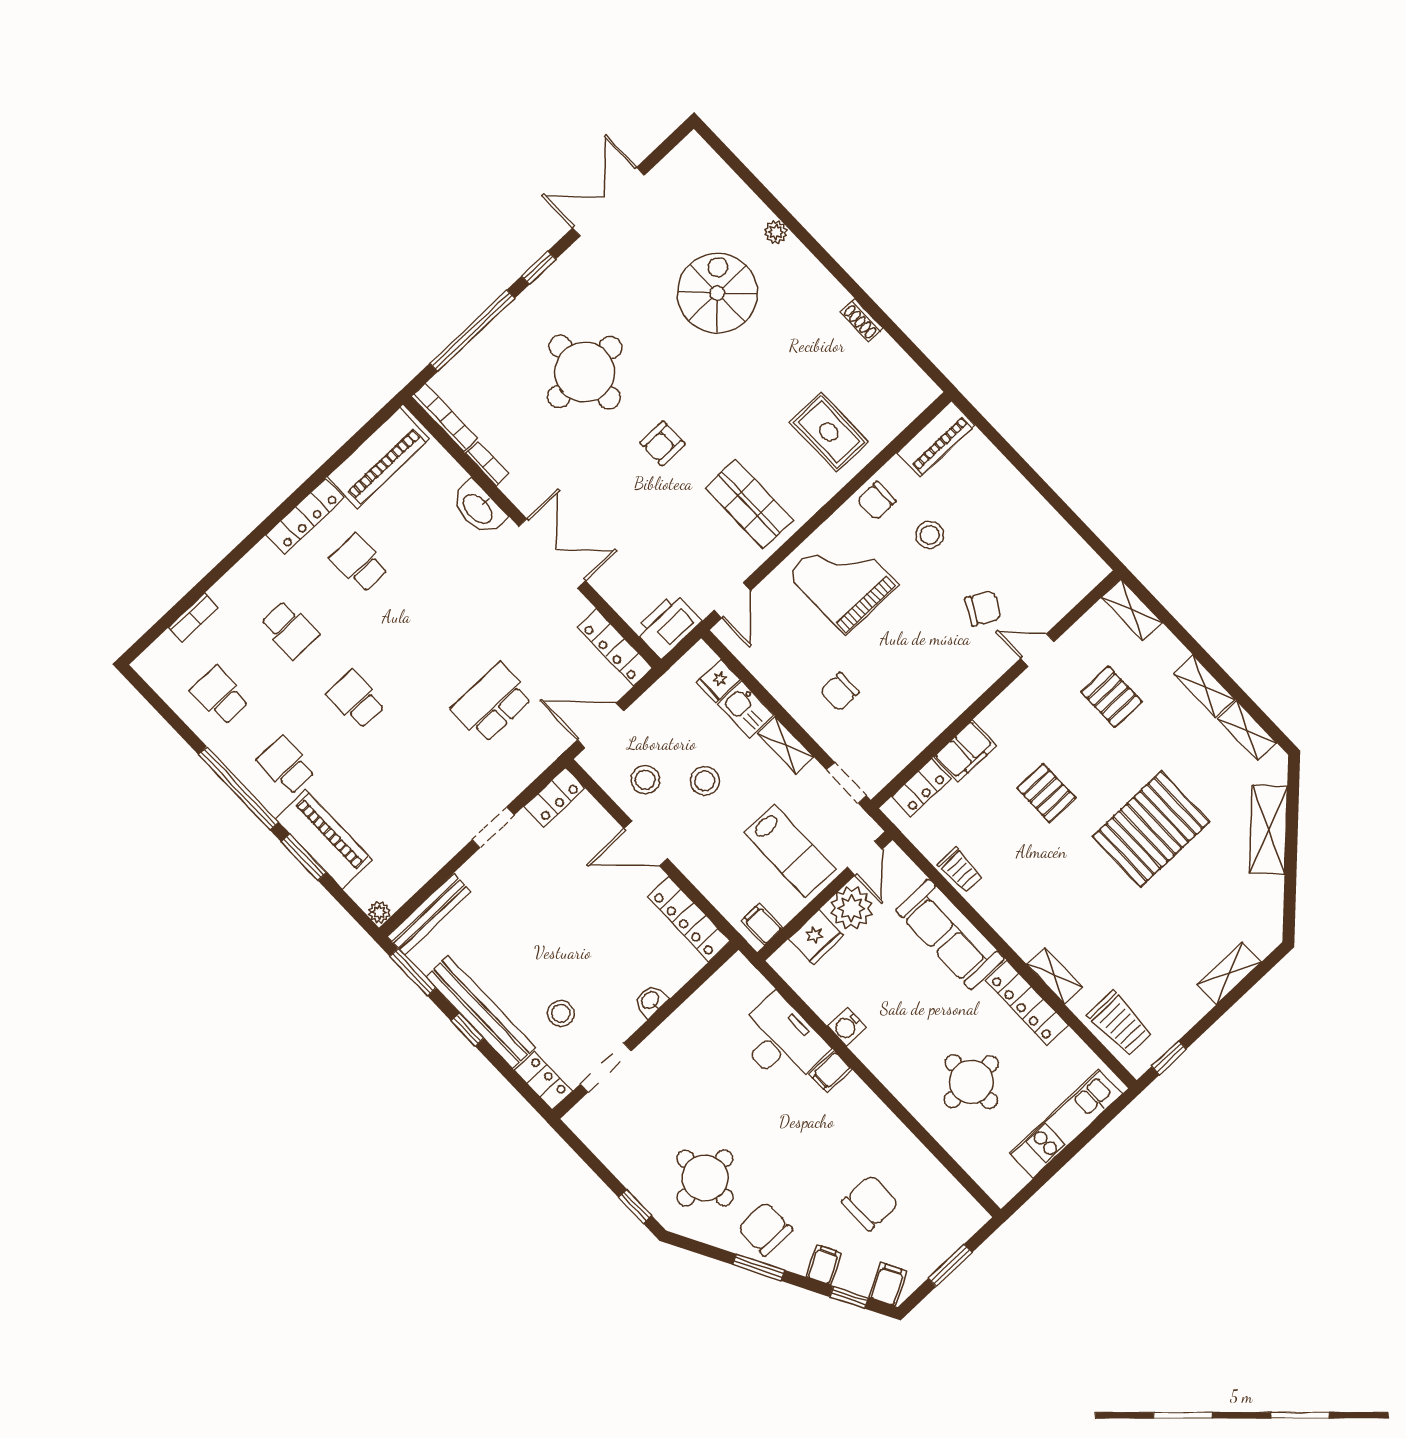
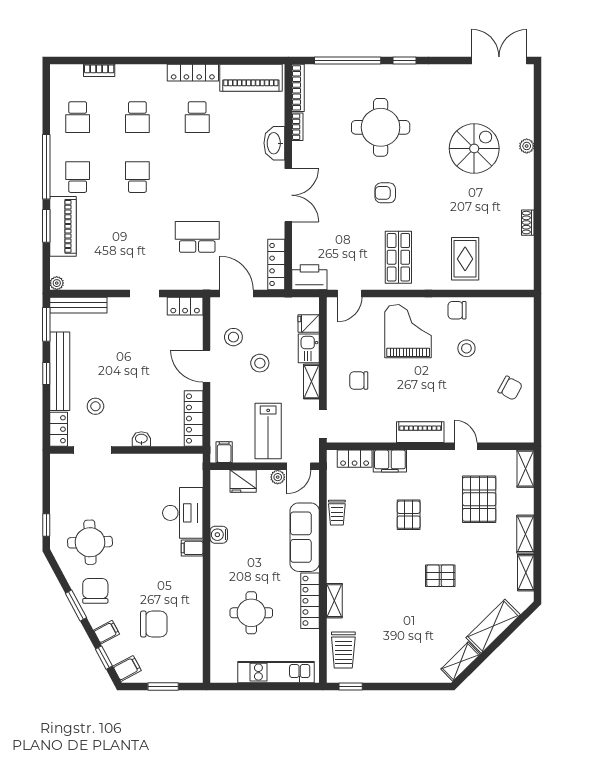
double door: (608, 202) -> (499, 61), moved
piano: (936, 439) -> (420, 432), moved, turned 180
school desk: (359, 563) -> (197, 117), turned 180
chair: (983, 608) -> (510, 388), moved
school desk: (220, 696) -> (78, 117), turned 180
pallet: (1112, 697) -> (479, 499), width x1.50, depth x1.42
pallet: (1151, 829) -> (440, 576), width x0.49, depth x0.50
plant: (852, 908) -> (278, 477), width x0.53, depth x0.53
shelving: (1229, 973) -> (461, 662), moved, turned -45

